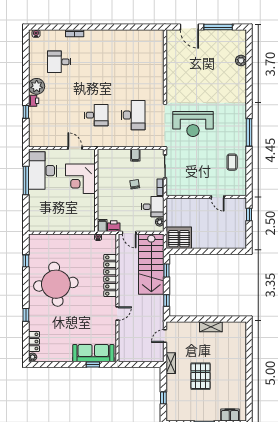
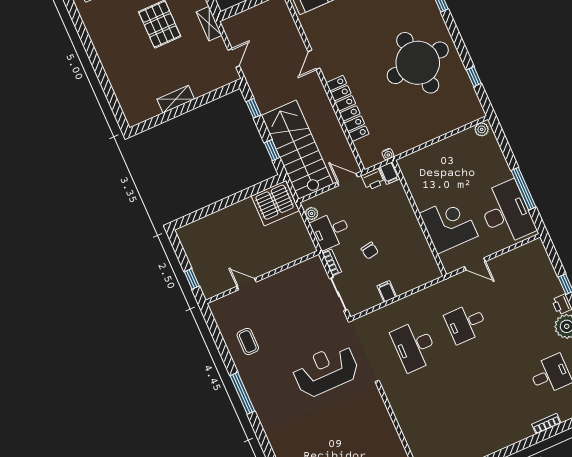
plant: (35, 227) -> (482, 129), added

